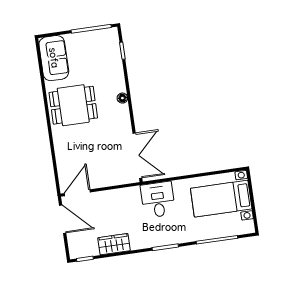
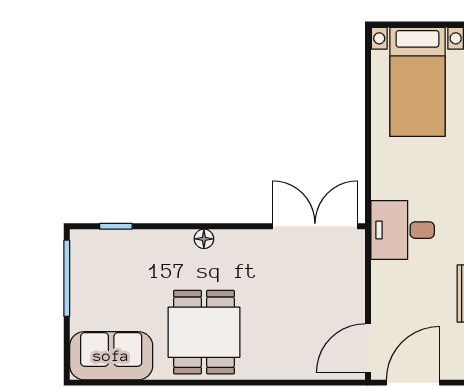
door: (77, 193) -> (368, 348), hinge flipped
desk: (158, 200) -> (403, 230), moved

